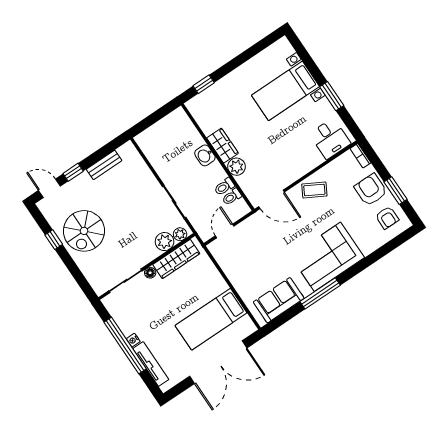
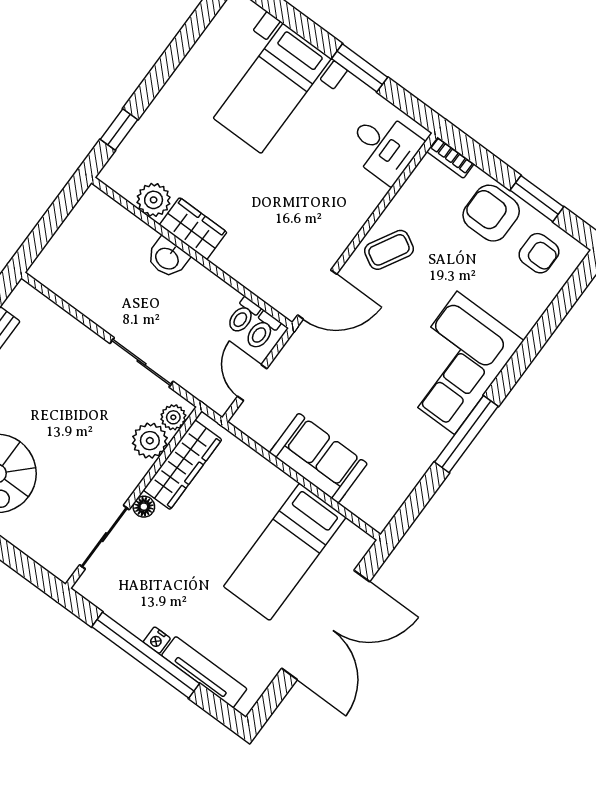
plant: (236, 167) -> (154, 200), moved
toilet: (224, 187) -> (262, 331), moved
sofa: (279, 300) -> (318, 458), moved, turned 90

